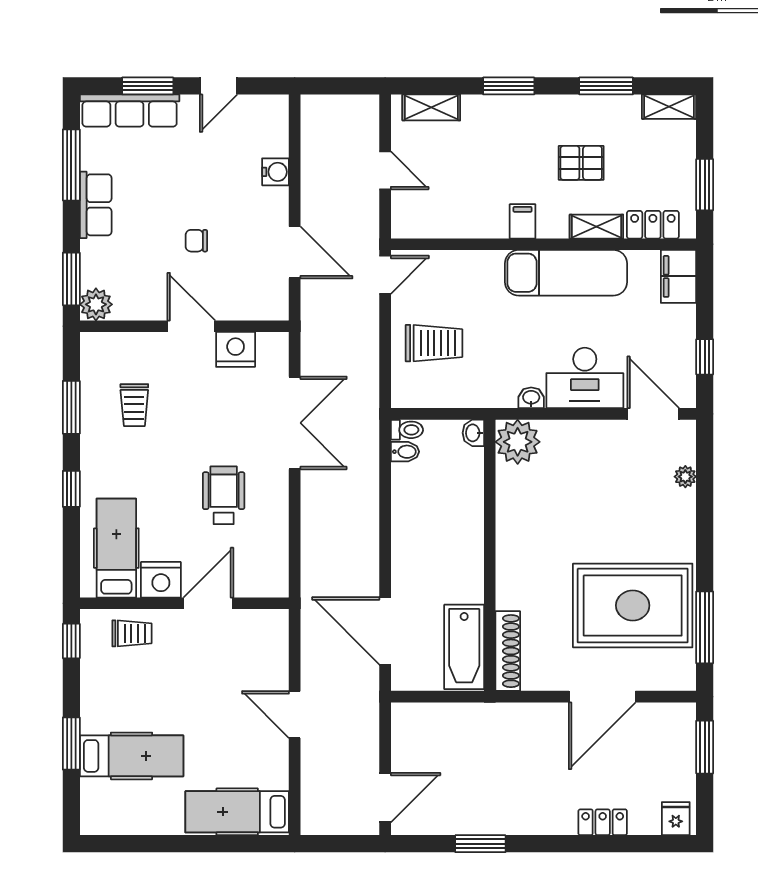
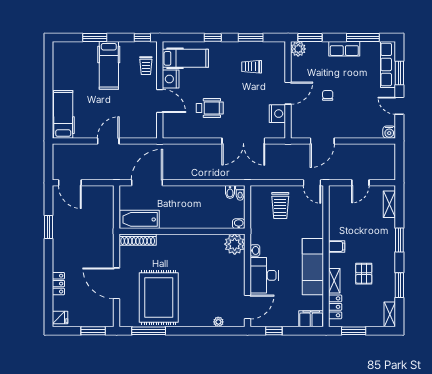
water cooler: (276, 172) -> (389, 132), moved
hospital bed: (132, 756) -> (109, 65), moved

